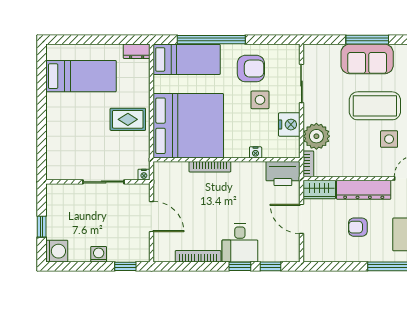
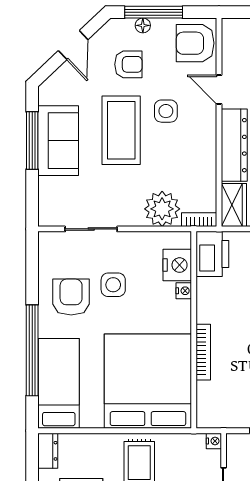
nightstand: (289, 125) -> (177, 265), moved, turned 90

